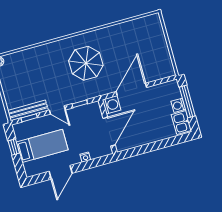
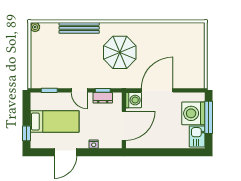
washing machine: (178, 105) -> (193, 113), width x1.89, depth x1.89
bench: (28, 110) -> (79, 28), moved
dresser: (82, 111) -> (103, 98), added
window: (14, 147) -> (26, 133), moved

